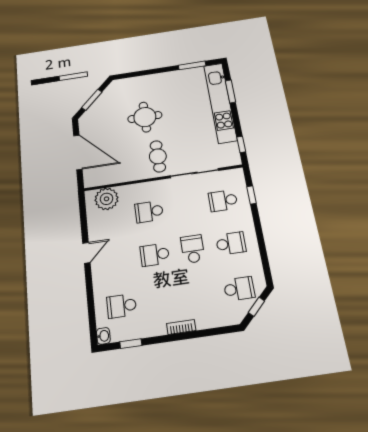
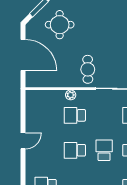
round table: (145, 117) -> (60, 25), moved
plant: (106, 199) -> (71, 95), moved, width x0.53, depth x0.53

